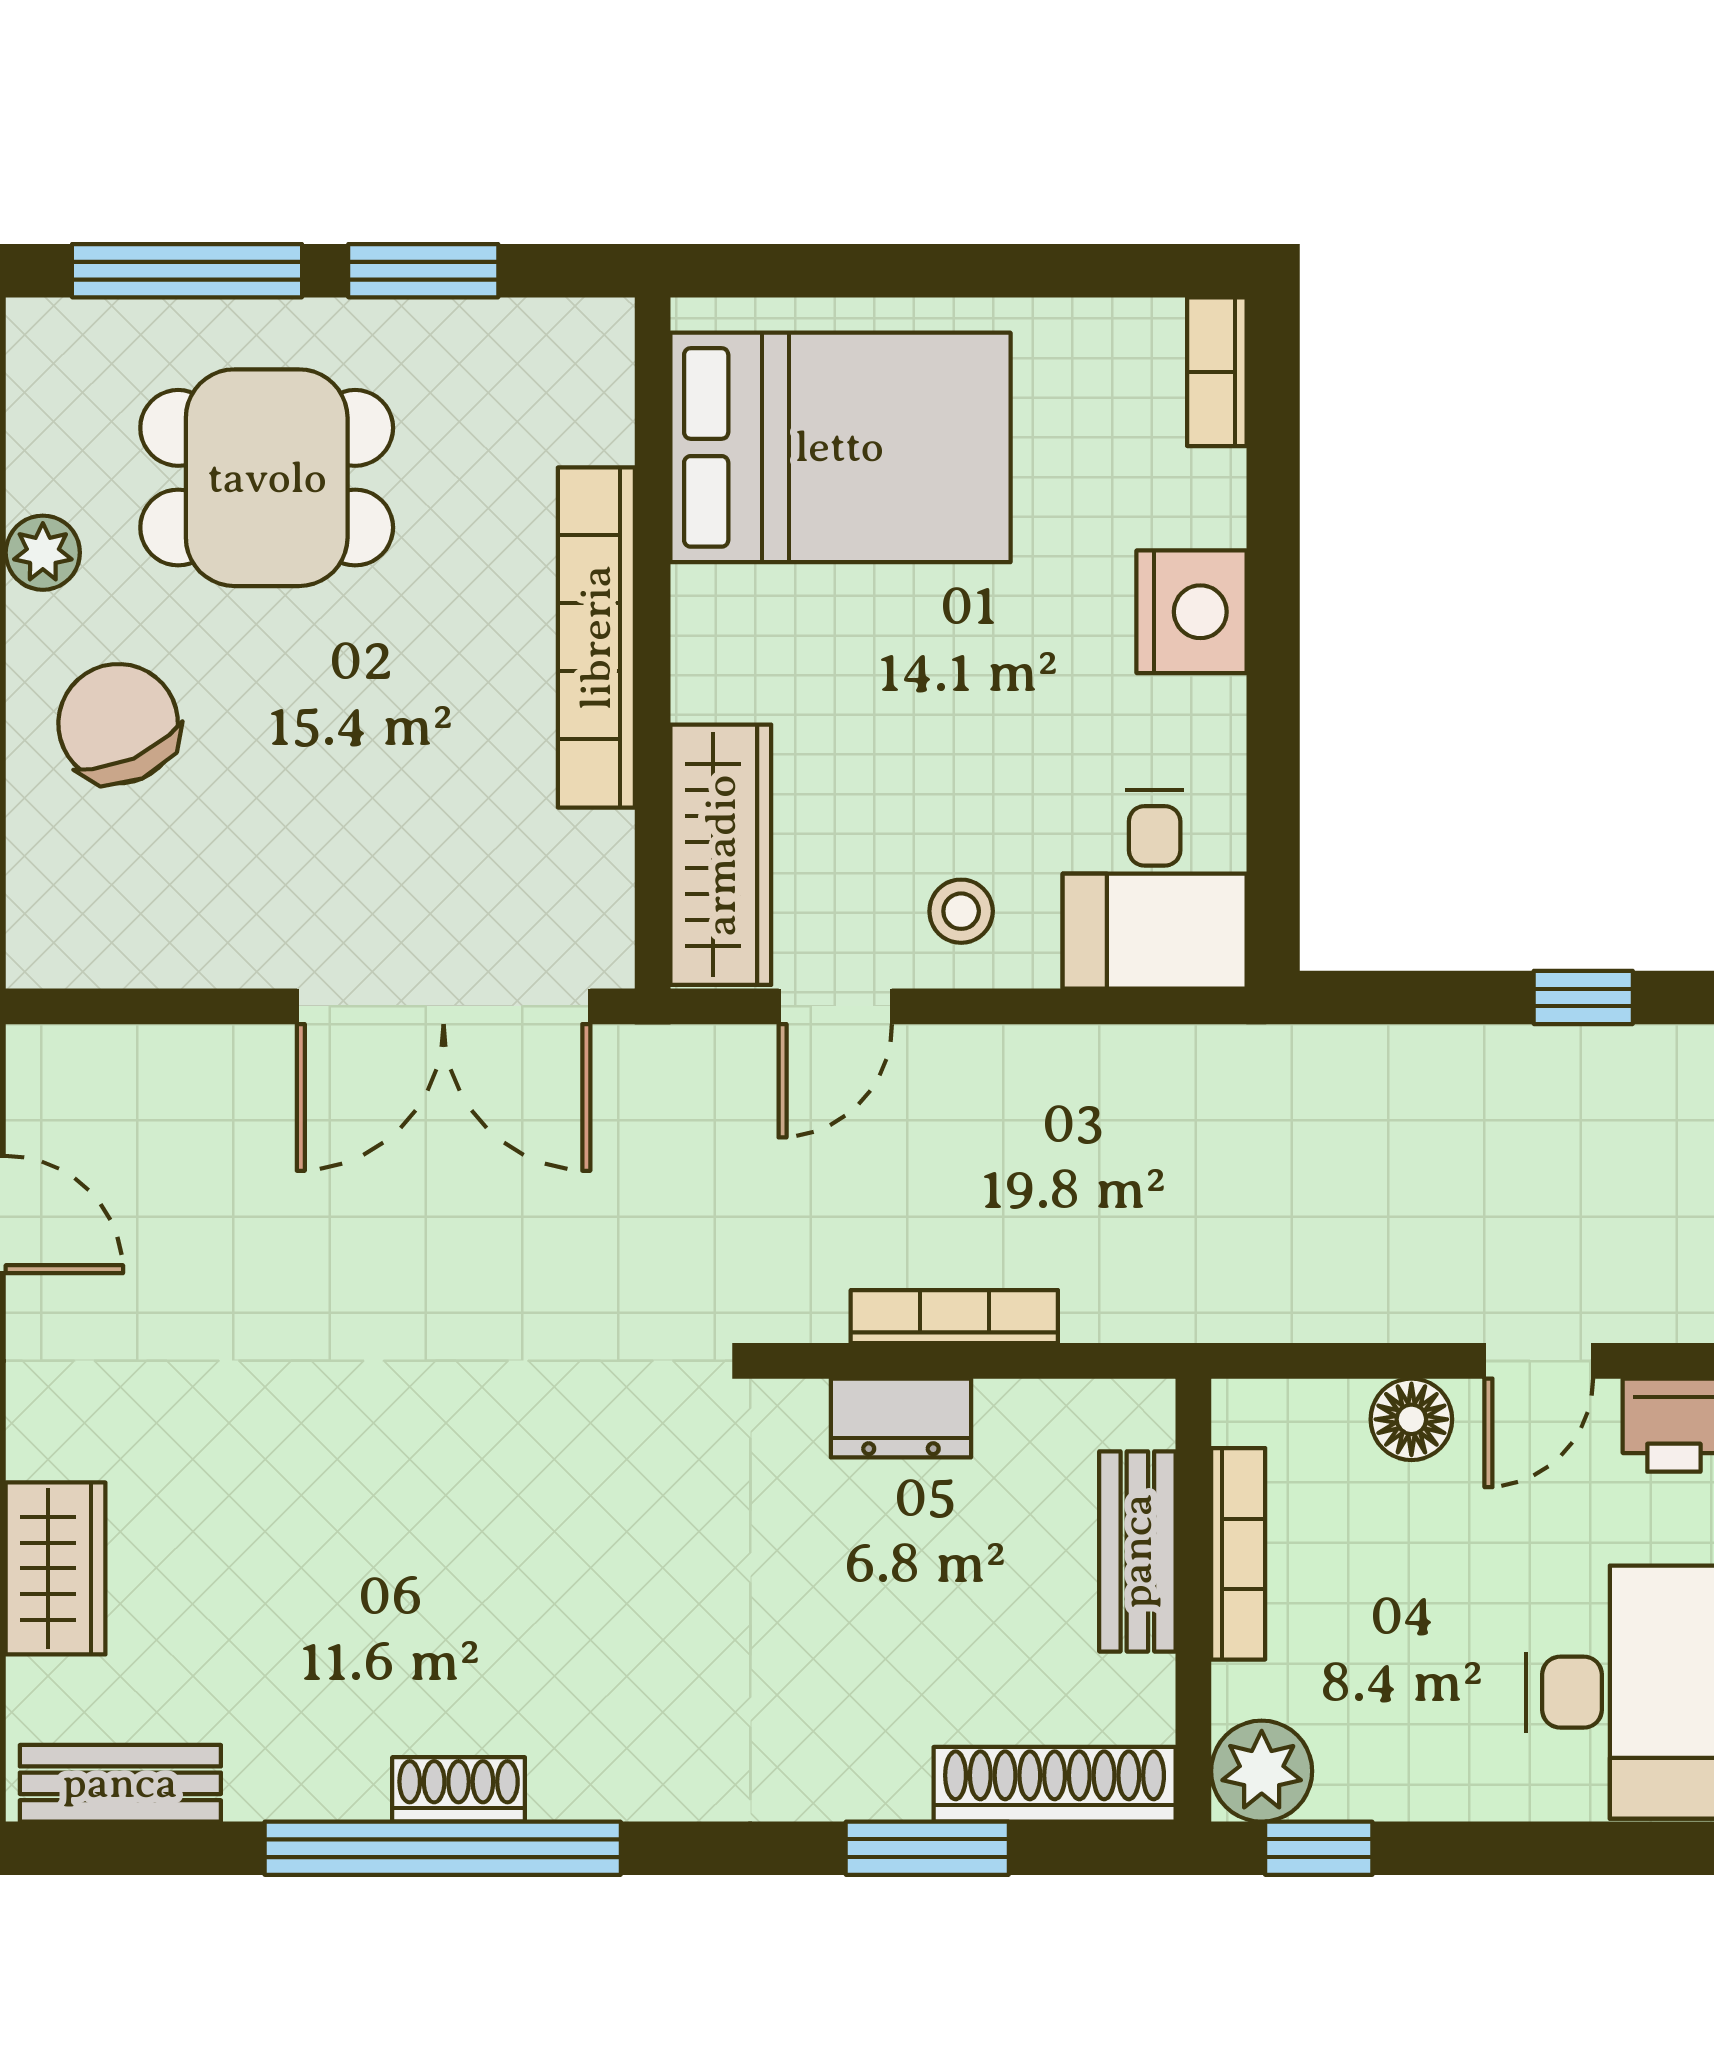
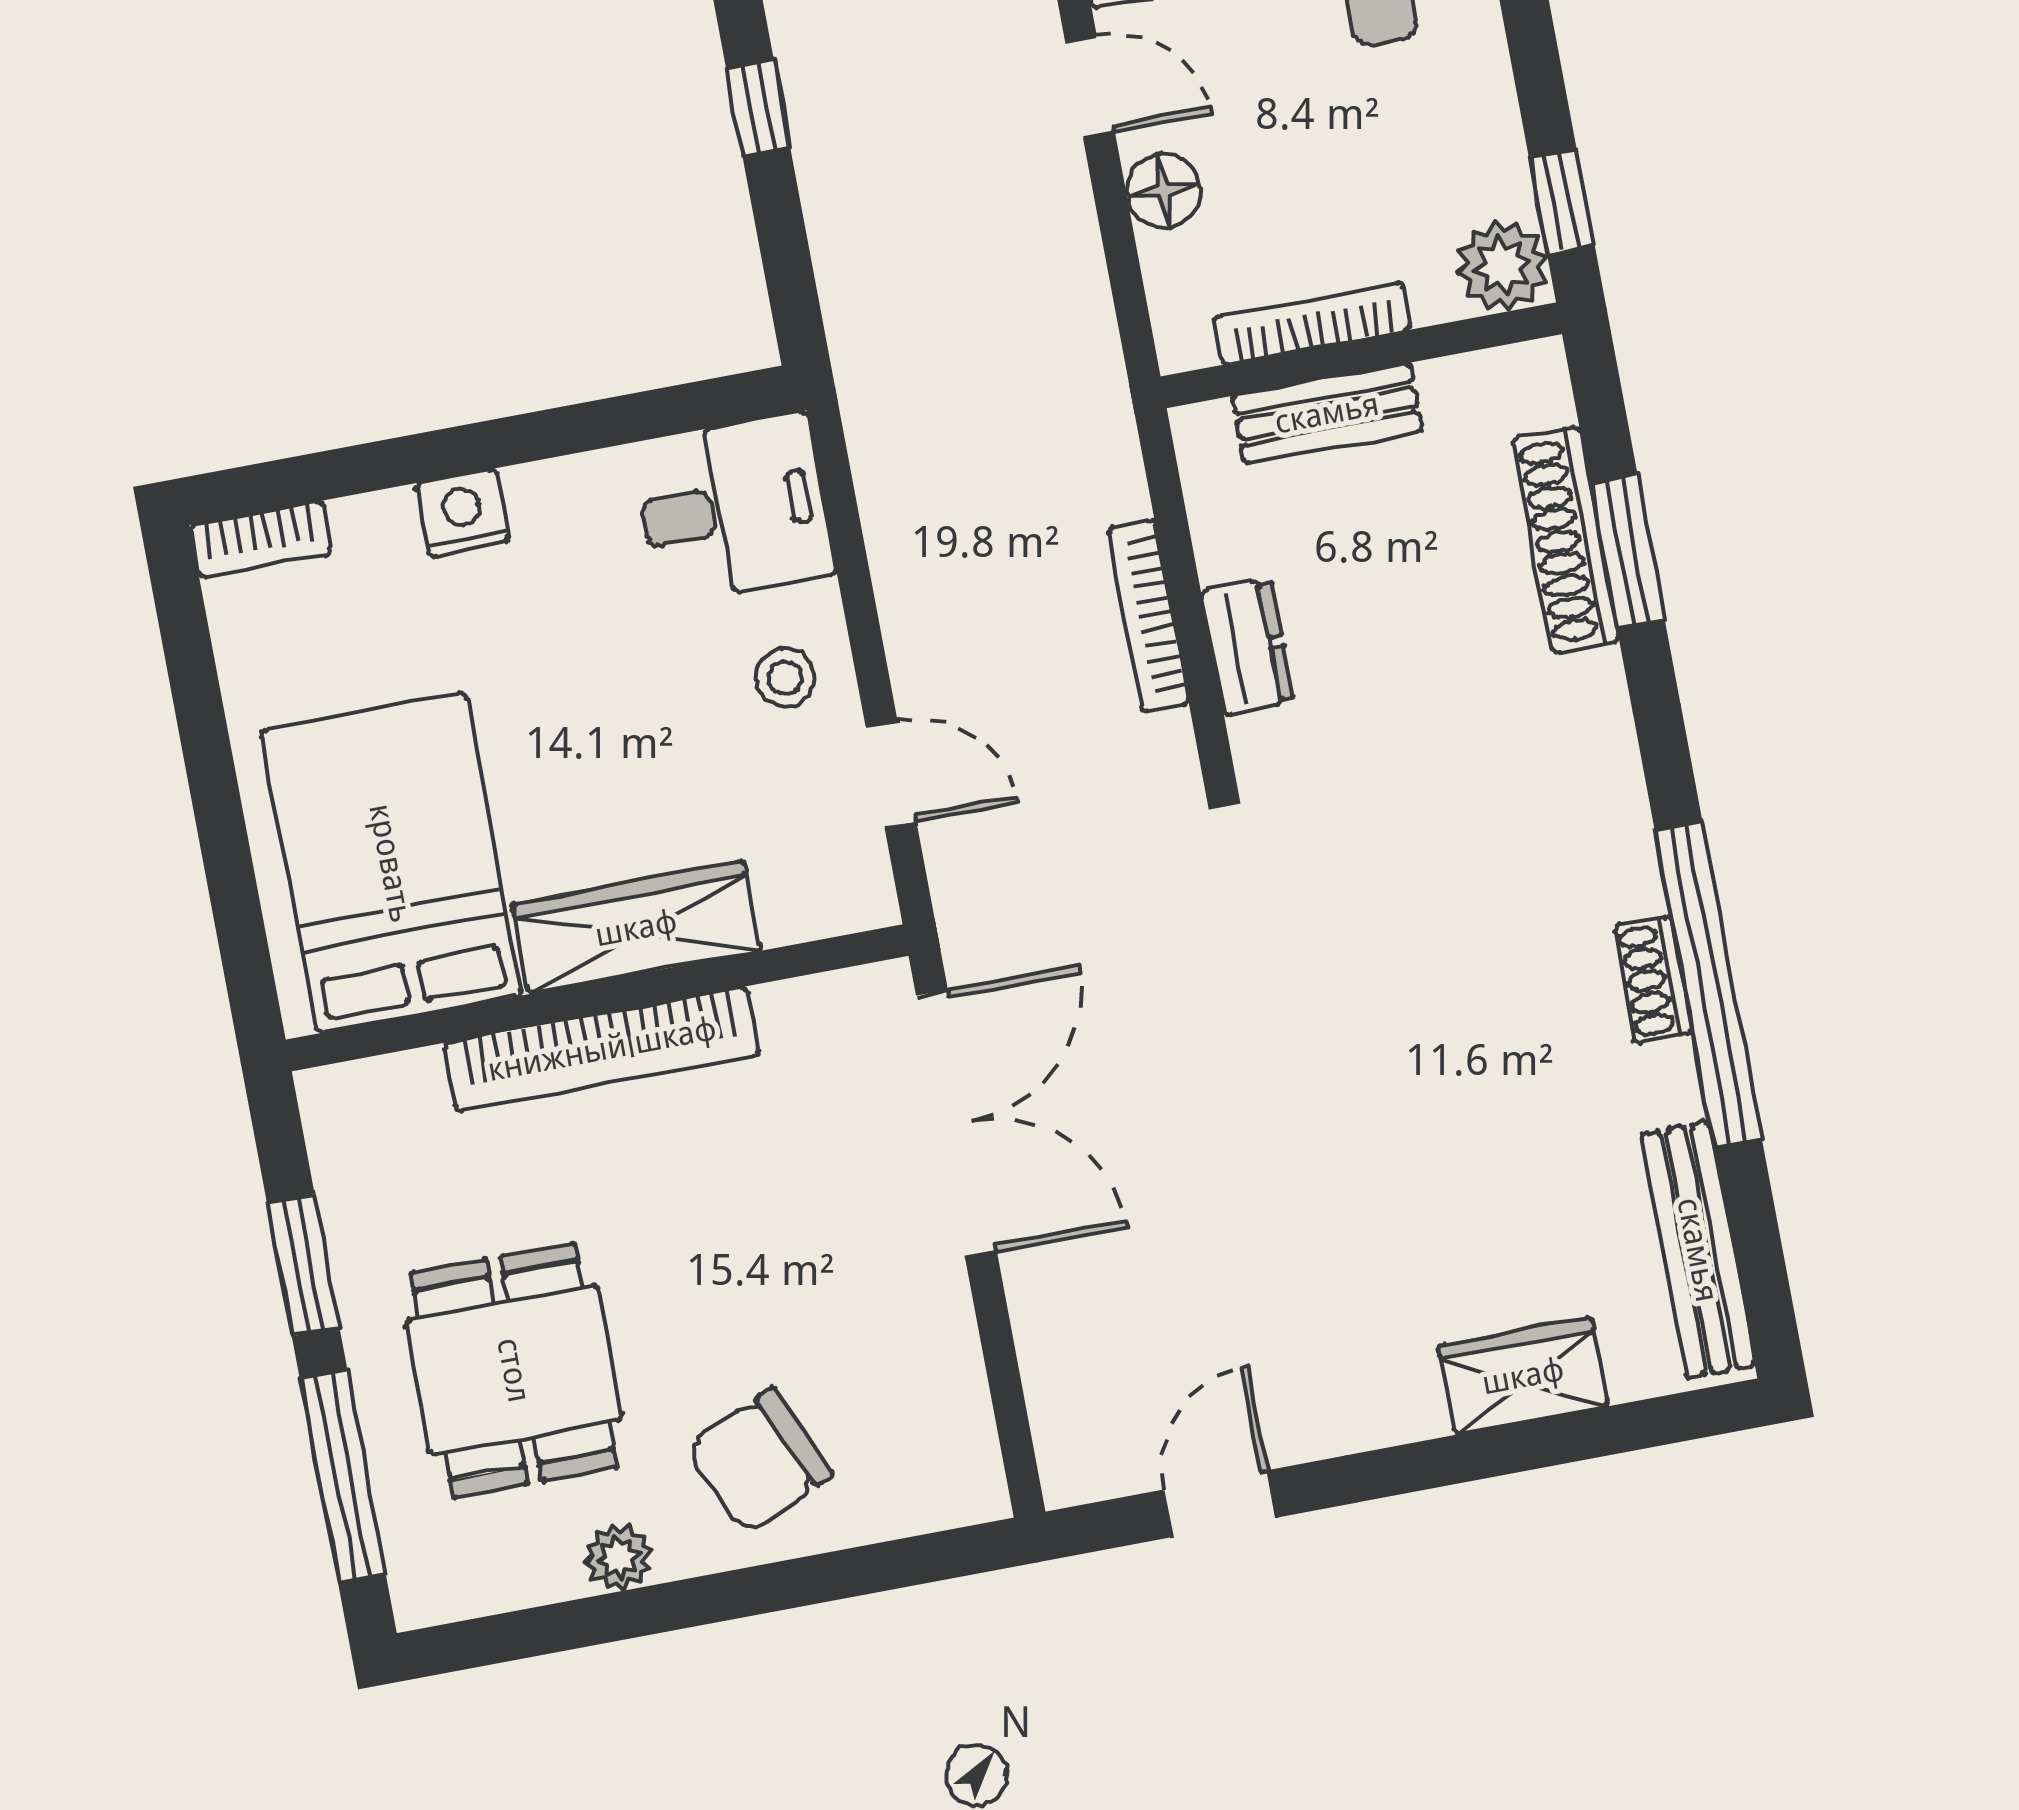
nightstand: (1192, 612) -> (463, 513), width x0.74, depth x0.75
wardrobe: (721, 855) -> (636, 928), moved
bench: (120, 1783) -> (1698, 1250), width x1.36
shoe rack: (1055, 1784) -> (1566, 540), moved

